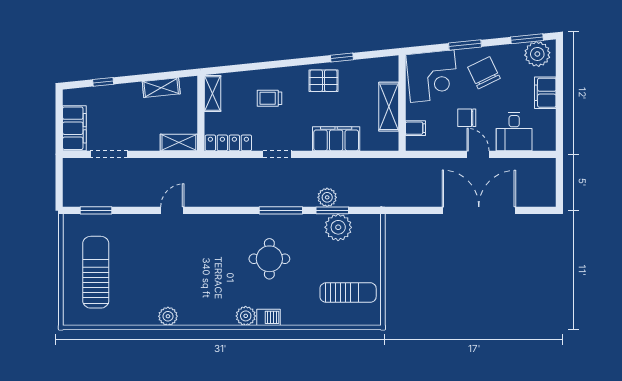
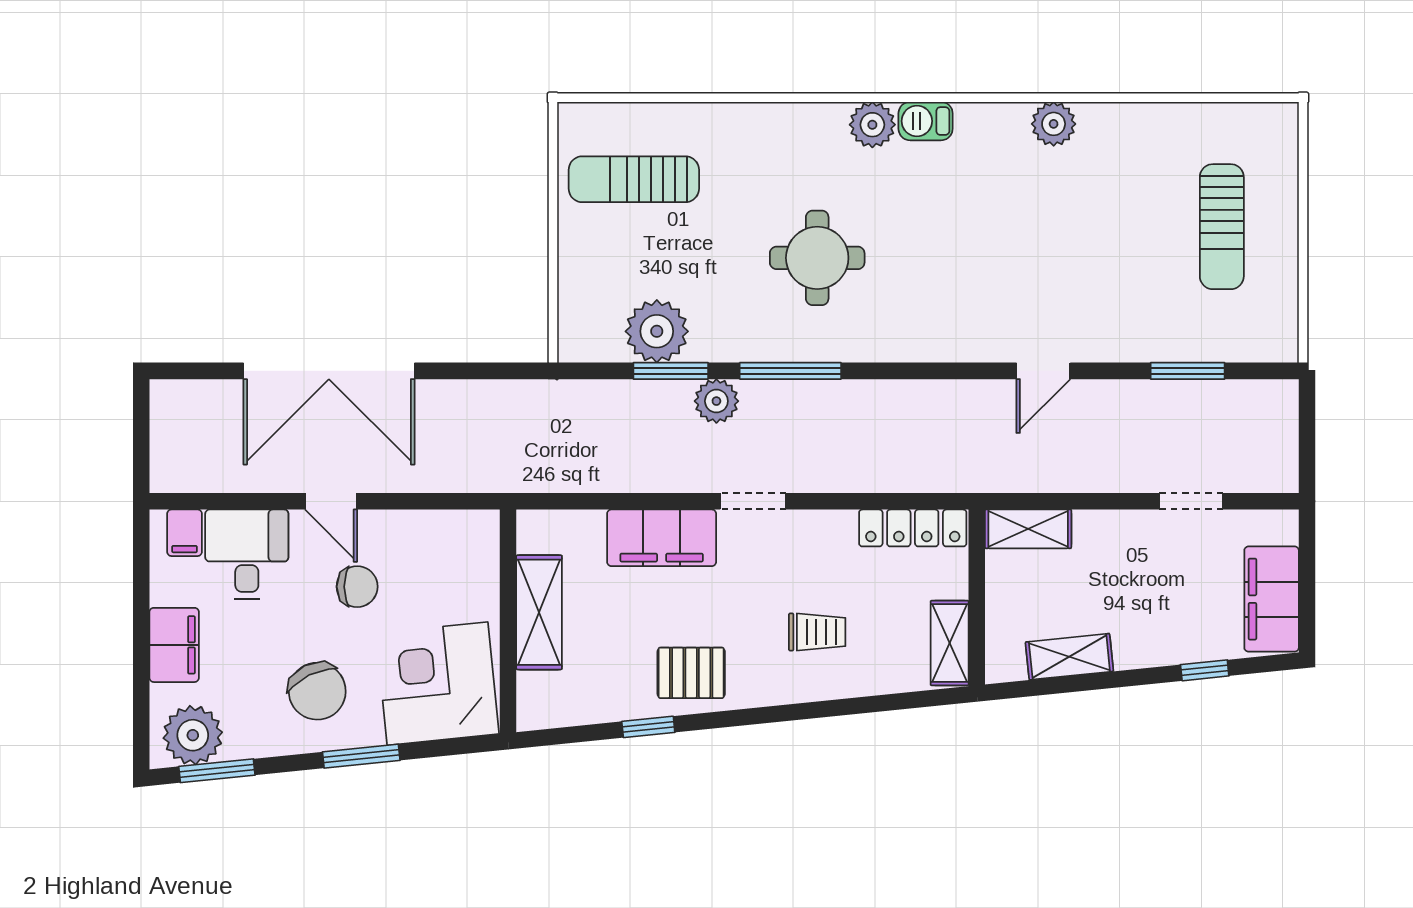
filing cabinet: (74, 128) -> (1272, 599), moved
filing cabinet: (415, 128) -> (185, 533), moved, turned -90
doorway: (109, 154) -> (1191, 501), width x0.73
doorway: (277, 154) -> (753, 501), moved
plant: (327, 197) -> (716, 401), moved
window: (96, 210) -> (1188, 371), moved
sun lounger: (96, 272) -> (1222, 227), width x0.73, depth x0.75
barbecue: (269, 317) -> (926, 121), moved

